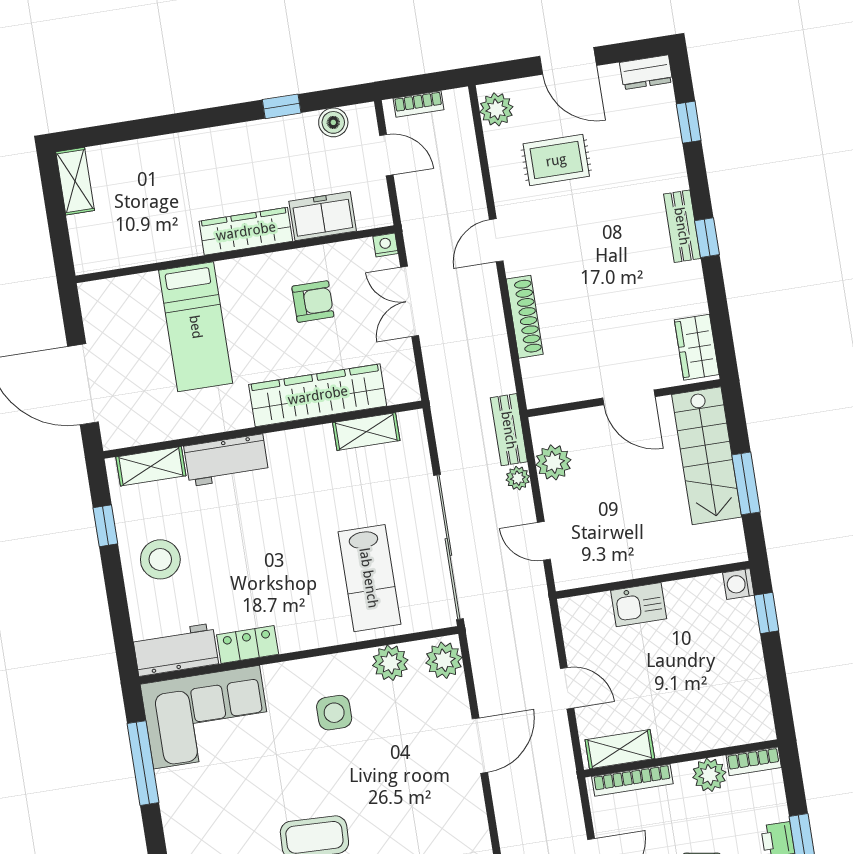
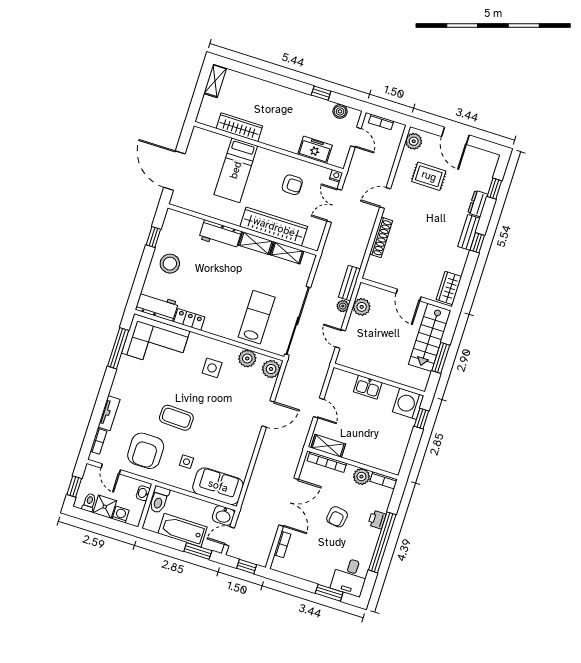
dresser: (646, 72) -> (478, 204), moved, turned 90
wardrobe: (246, 231) -> (239, 127), moved
shelving: (151, 466) -> (256, 243), moved
lab bench: (369, 578) -> (257, 317), turned 180
washing machine: (738, 584) -> (408, 404), width x1.89, depth x1.89

